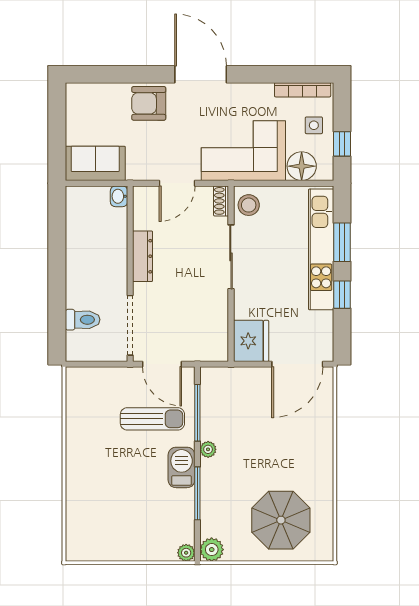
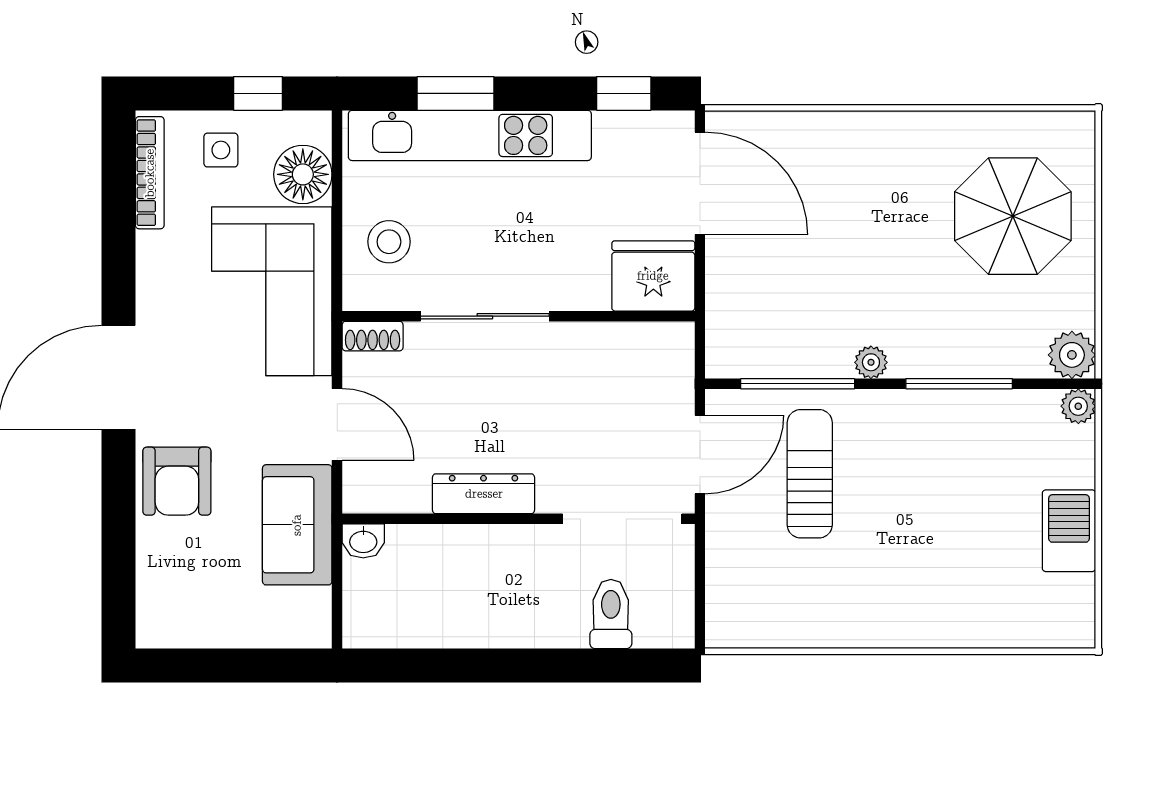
sofa: (95, 163) -> (297, 525), moved
stool: (249, 205) -> (389, 242), moved
window: (342, 295) -> (624, 93), moved
barbecue: (182, 467) -> (1069, 531), moved, turned 90

